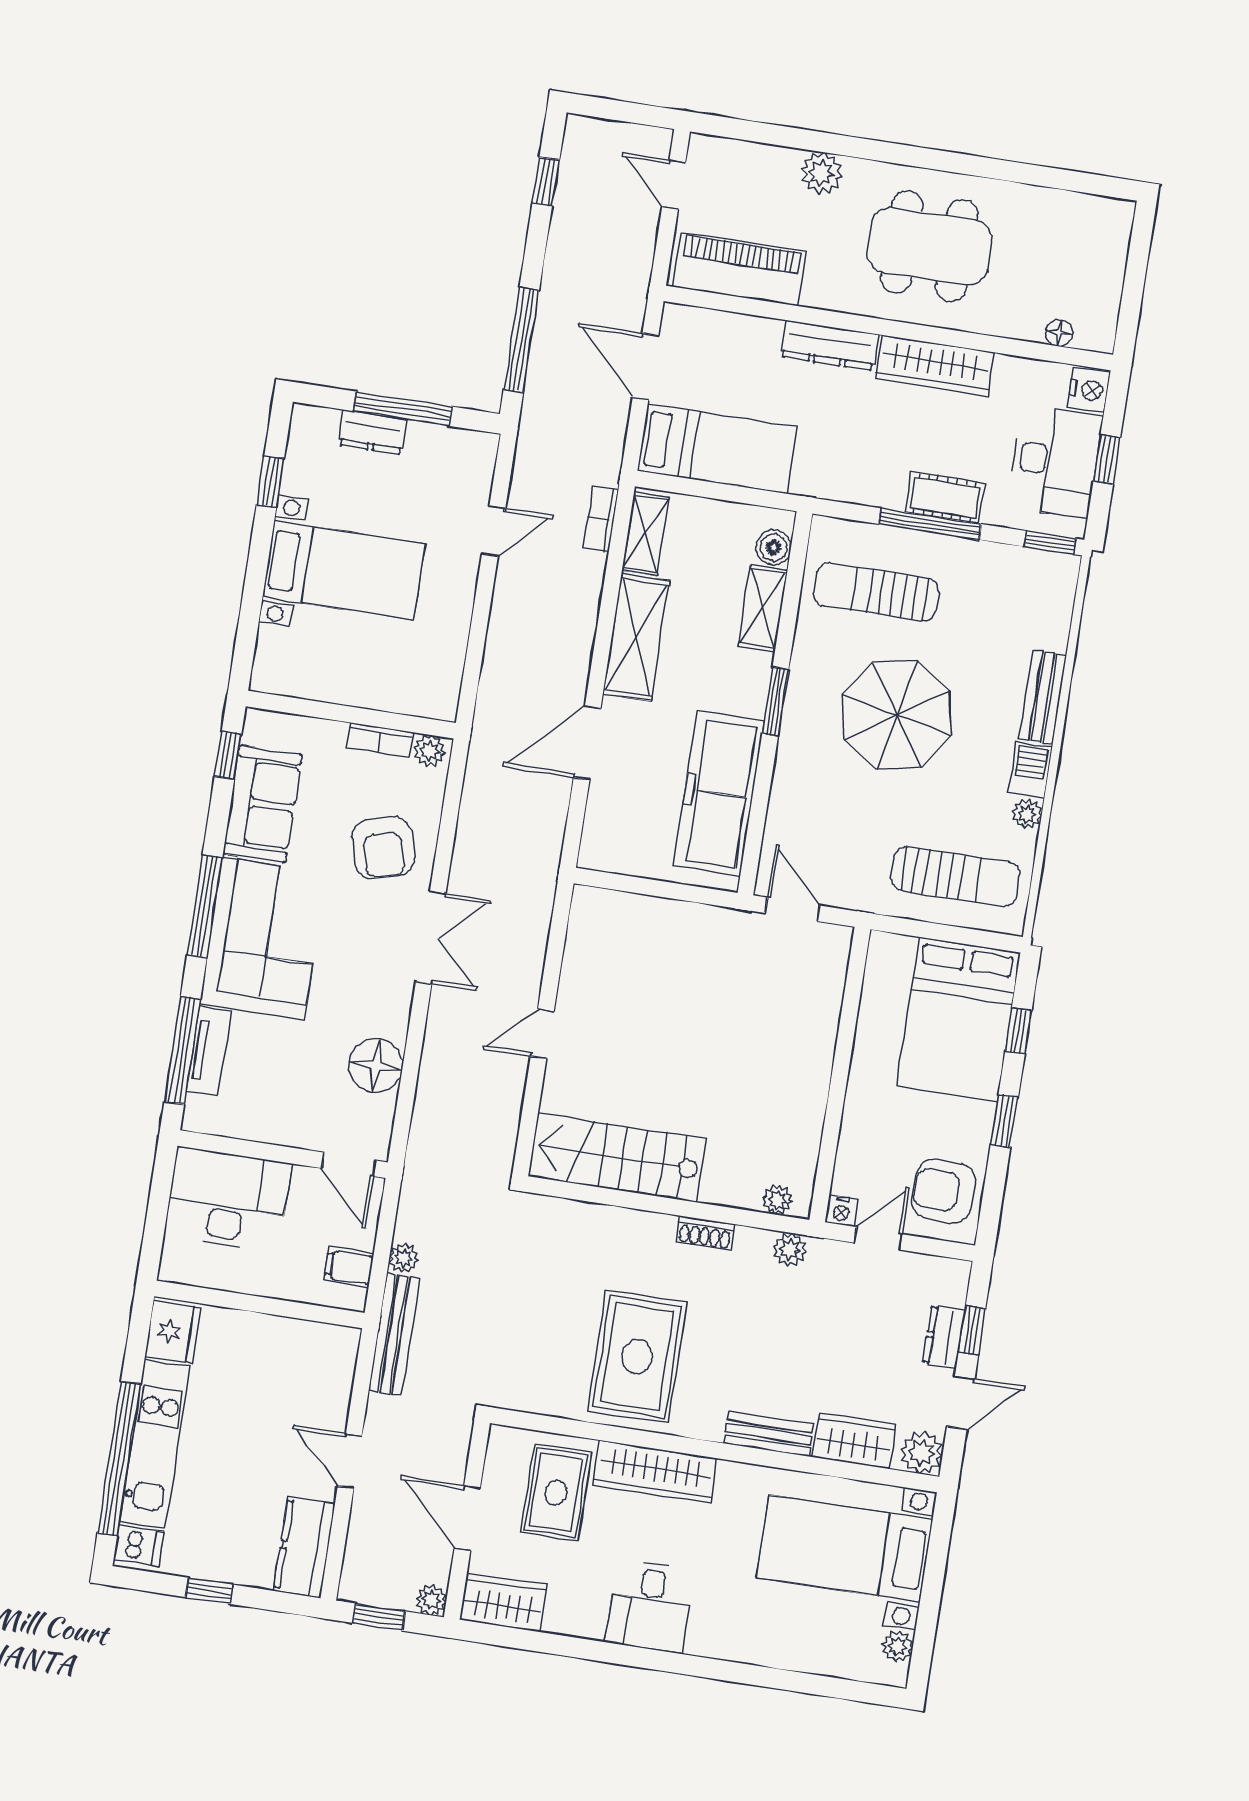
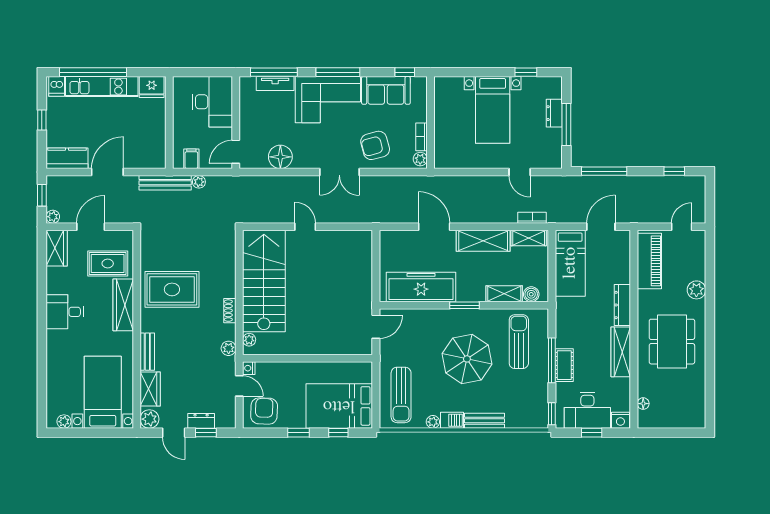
stairs: (617, 1158) -> (264, 281), width x1.36, depth x1.51
door: (350, 1461) -> (107, 172), width x1.38

